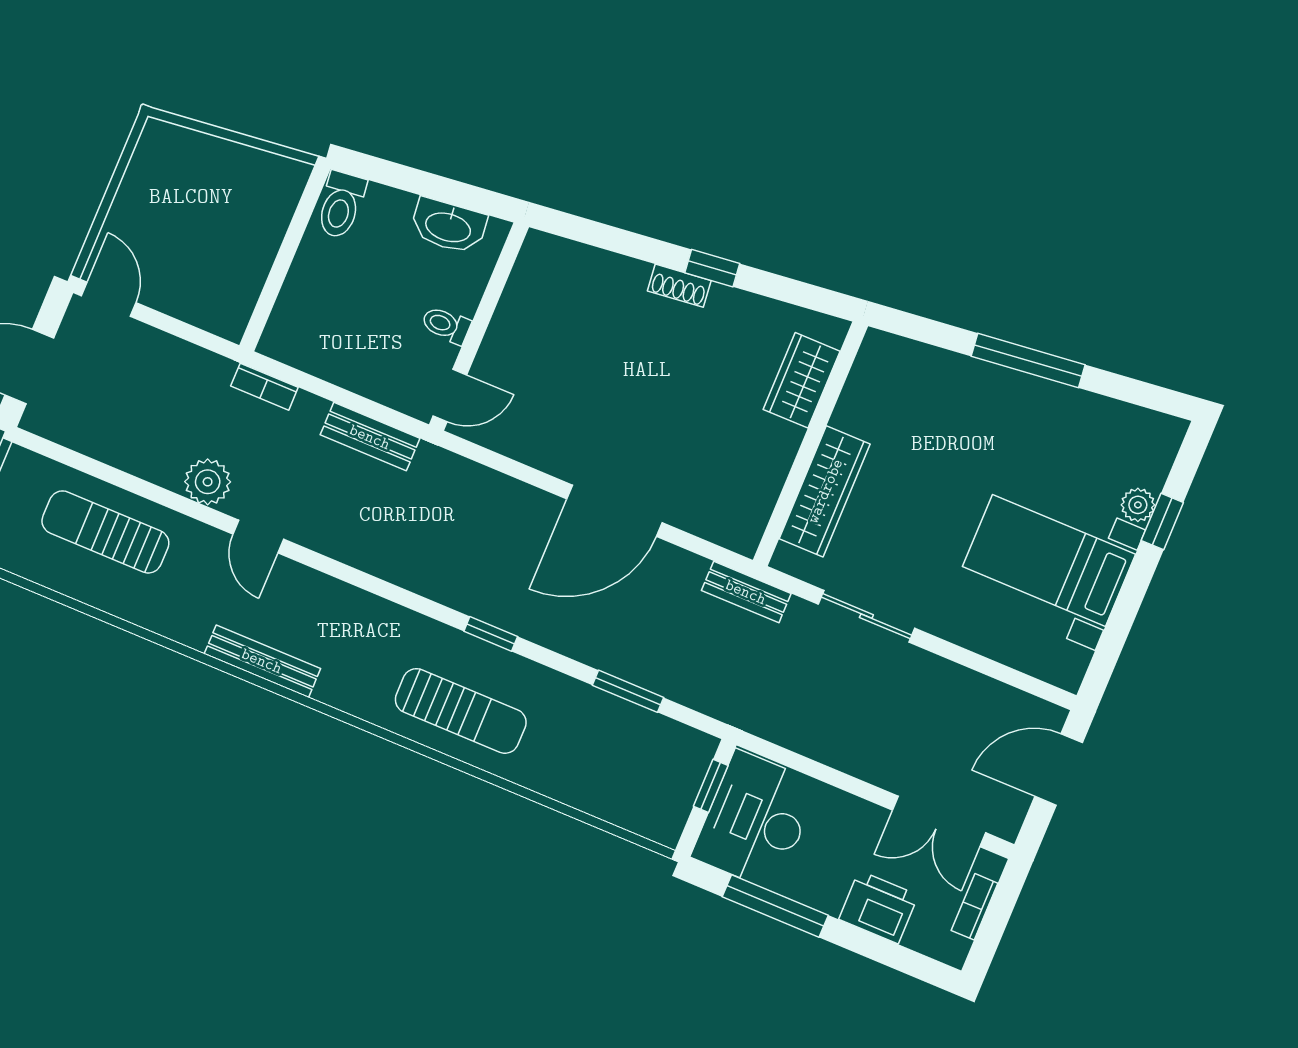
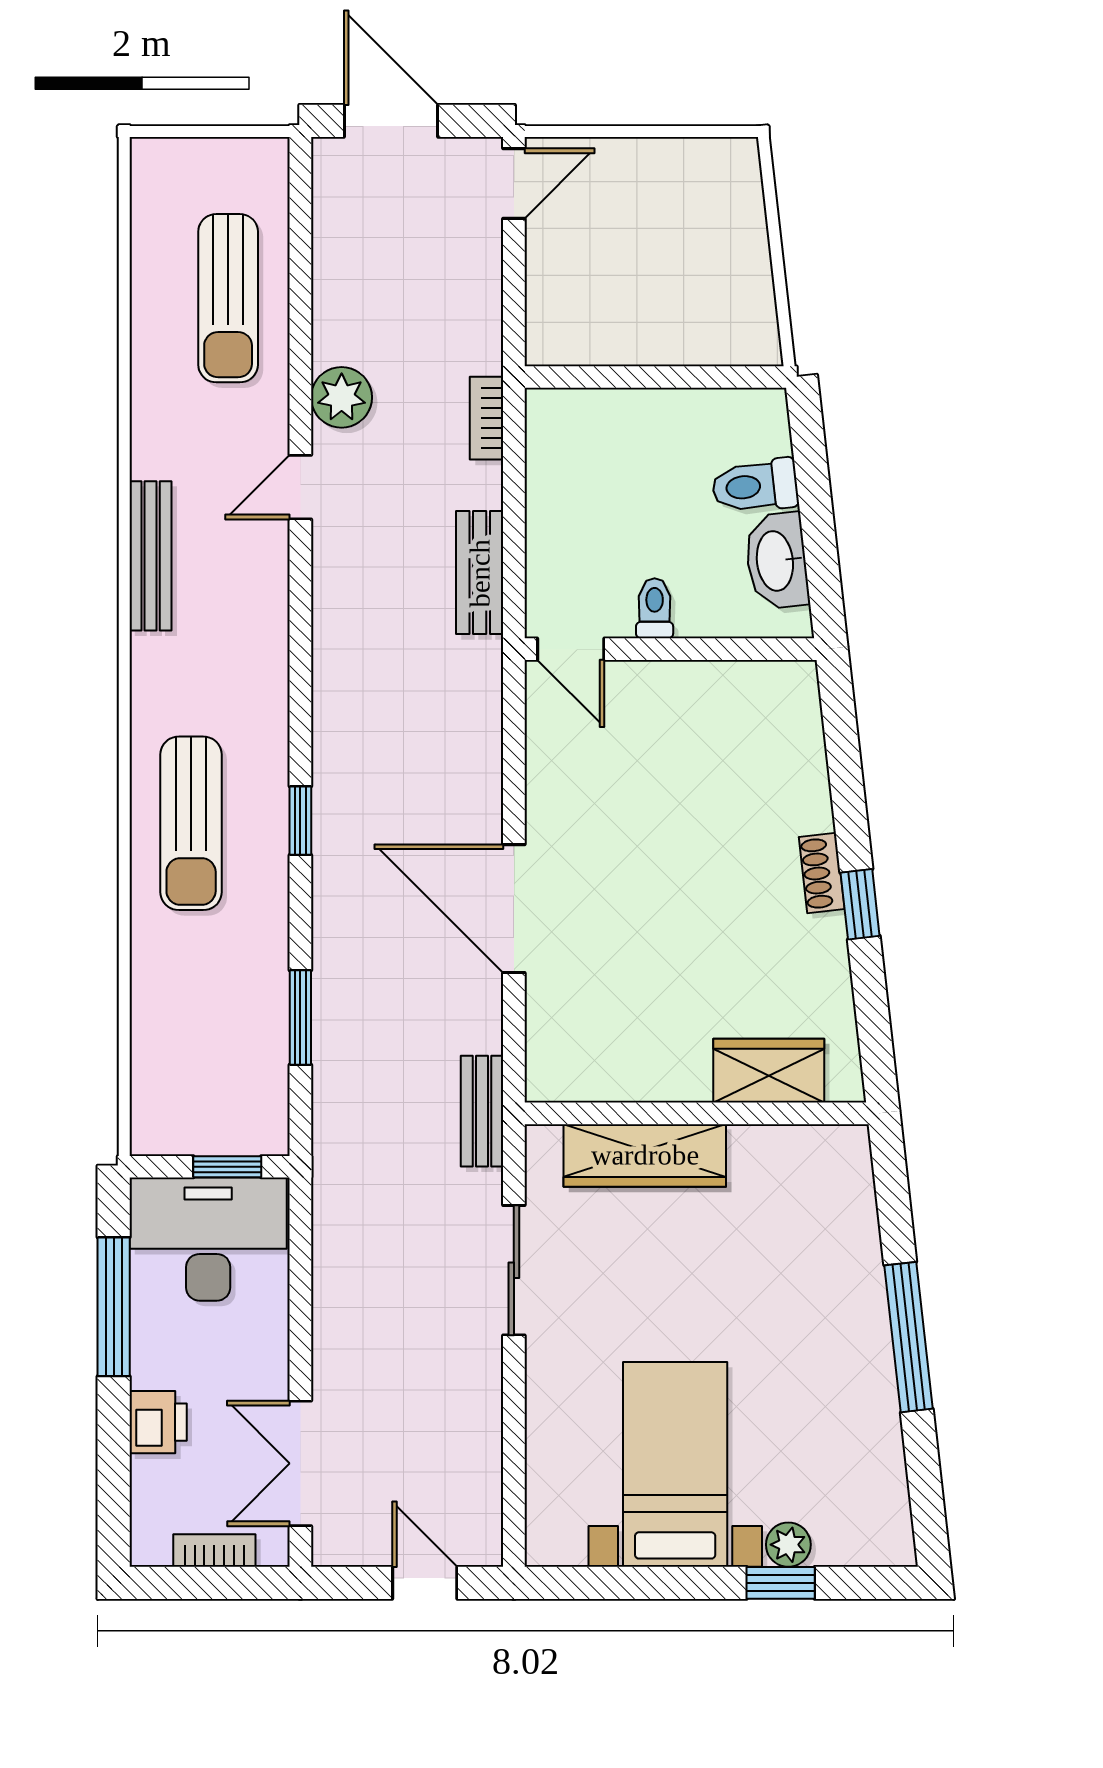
toilet: (341, 205) -> (755, 486), moved
sun lounger: (105, 532) -> (228, 298), turned 180
door: (1059, 770) -> (425, 1583), width x0.73
printer: (879, 907) -> (158, 1422), width x0.73, depth x0.81

